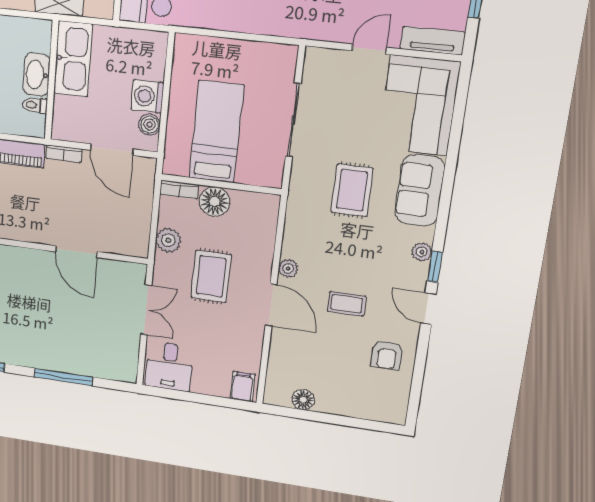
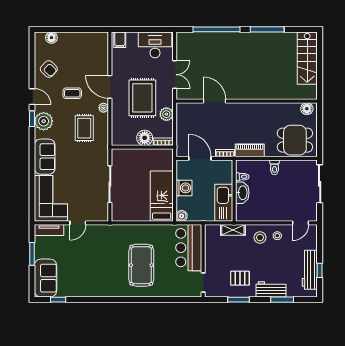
boiler: (150, 125) -> (182, 216), moved
bed: (216, 132) -> (162, 196), moved, turned 180
rug: (352, 190) -> (84, 128), moved
plant: (422, 252) -> (44, 121), width x1.88, depth x1.88
rug: (211, 276) -> (142, 98), width x1.36, depth x1.43
double door: (146, 310) -> (175, 75), swing flipped
armchair: (387, 355) -> (49, 69), turned 134
desk: (169, 366) -> (155, 45), width x1.37
window: (63, 377) -> (217, 29), width x1.46
floor lamp: (303, 400) -> (51, 38), moved

